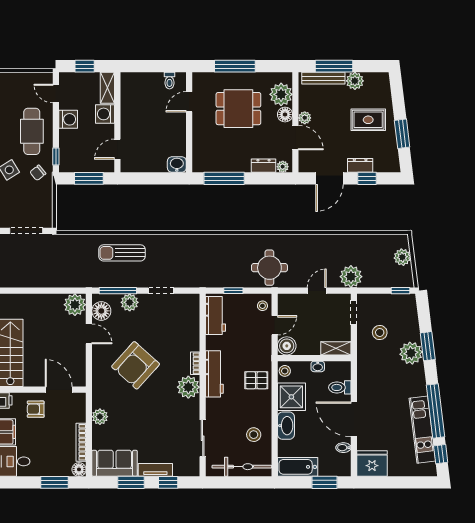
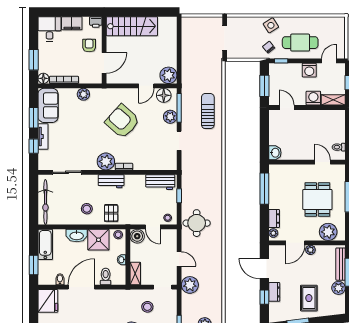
floor lamp: (285, 115) -> (313, 235), removed
workbench: (214, 374) -> (111, 181), width x0.73
stool: (254, 435) -> (87, 209), moved

